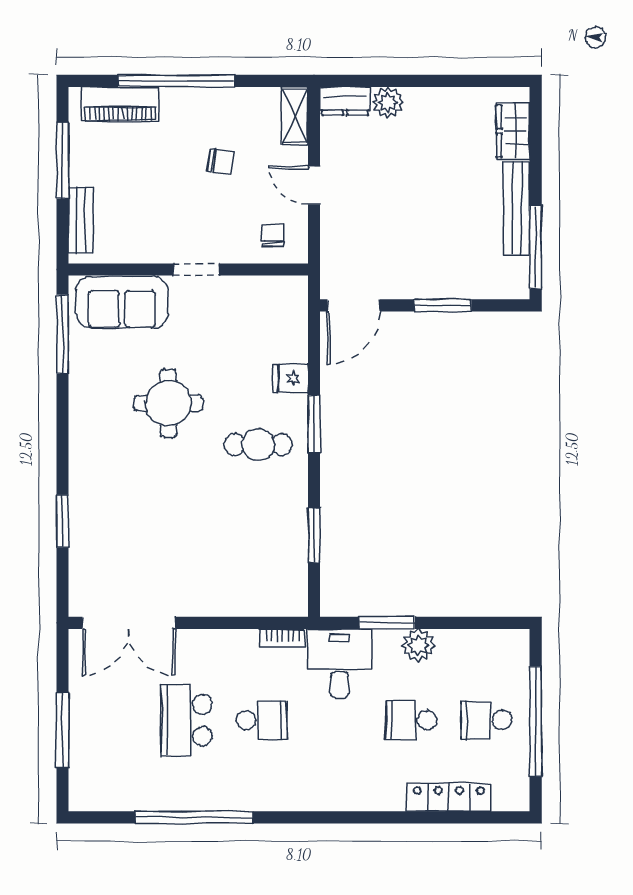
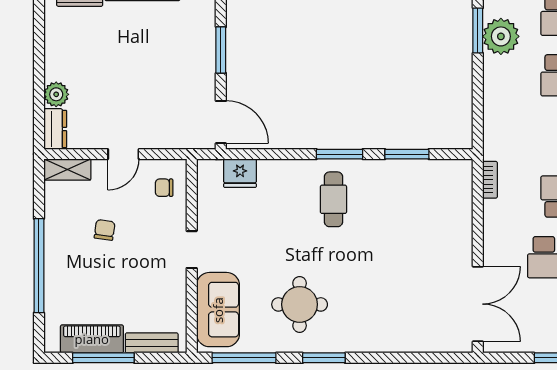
piano: (120, 104) -> (92, 339), moved, turned -90
fridge: (291, 378) -> (240, 173), moved, width x1.38
round table: (168, 403) -> (300, 304), moved
window: (314, 424) -> (340, 154), moved
window: (62, 521) -> (324, 358), moved
window: (387, 623) -> (478, 31), moved
plant: (418, 645) -> (501, 36), moved, width x1.36, depth x1.36
desk: (340, 663) -> (511, 133), removed

